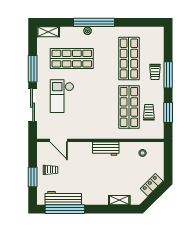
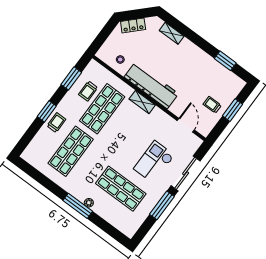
window: (94, 22) -> (78, 206), width x0.68
shelving: (48, 32) -> (142, 102), moved
window: (168, 75) -> (47, 111), width x0.69
checkout: (62, 96) -> (154, 162), turned 180
workbench: (106, 149) -> (151, 85), width x1.88, depth x1.32
workbench: (63, 198) -> (219, 72), removed
window: (65, 209) -> (225, 61), width x0.47

